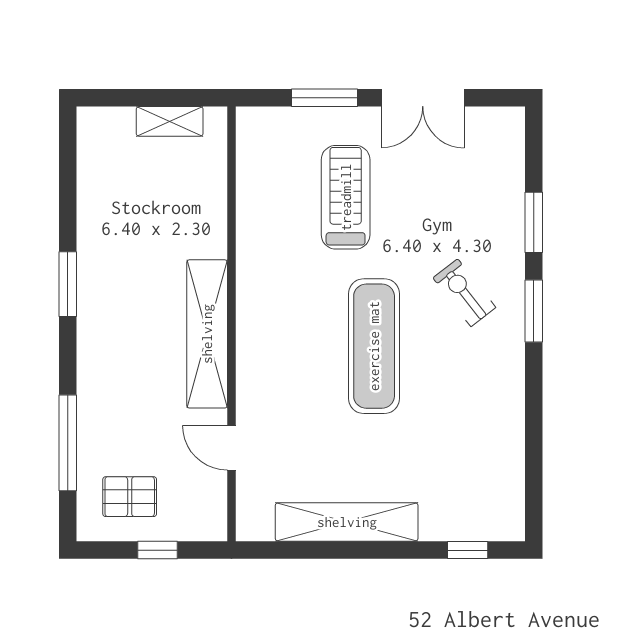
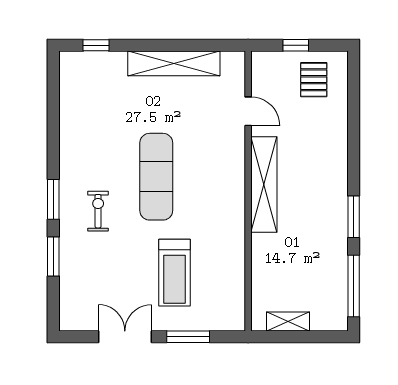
exercise bike: (464, 293) -> (98, 211), turned -142
window: (68, 443) -> (354, 286), moved
pallet: (130, 497) -> (314, 80), turned 90

